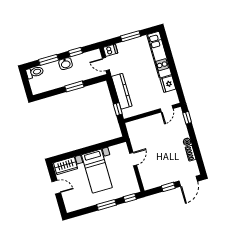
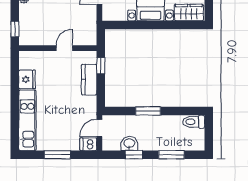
washbasin: (66, 64) -> (129, 144), moved
door: (106, 64) -> (99, 128), swing flipped
toilet: (35, 72) -> (194, 122), moved
kitchen counter: (122, 91) -> (89, 80), width x0.67
door: (167, 109) -> (64, 48), moved

